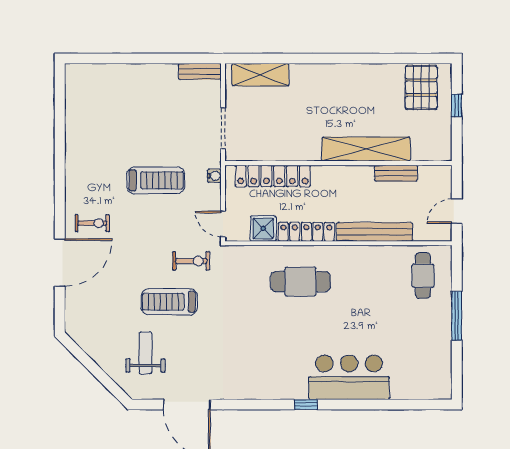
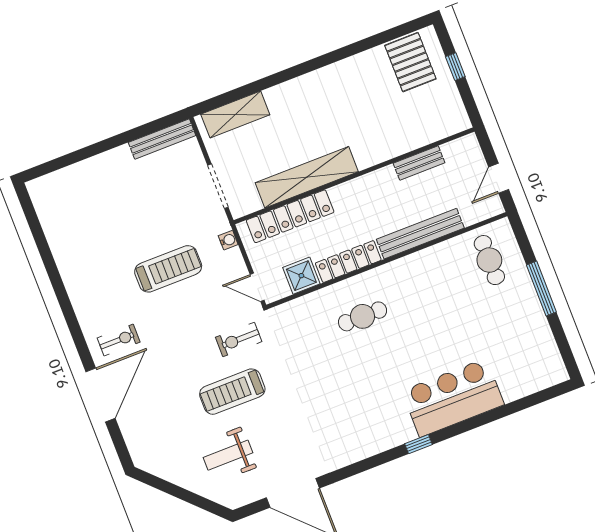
bench: (200, 71) -> (162, 139), width x1.36
shelving: (366, 149) -> (307, 177), moved
exercise bike: (191, 261) -> (239, 339), turned 180
cafe table: (301, 282) -> (363, 316), width x0.73, depth x0.74
weight bench: (145, 353) -> (228, 455), turned -90

